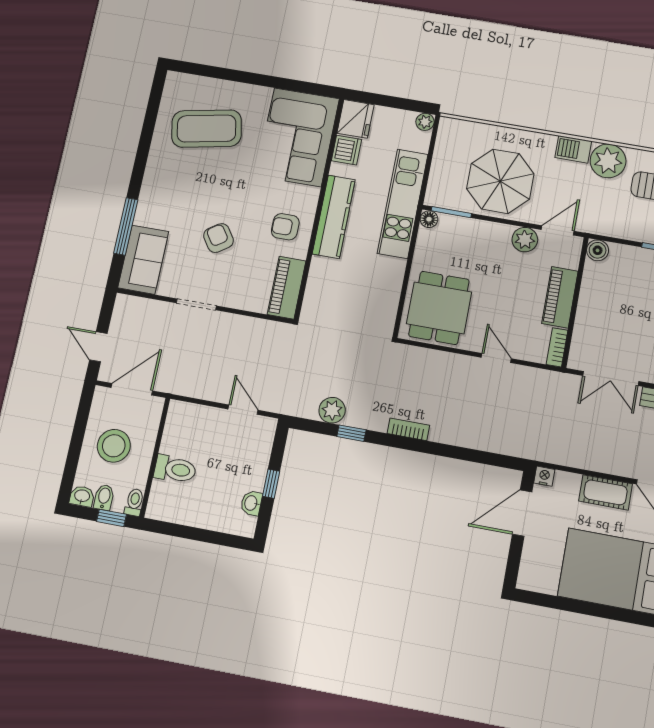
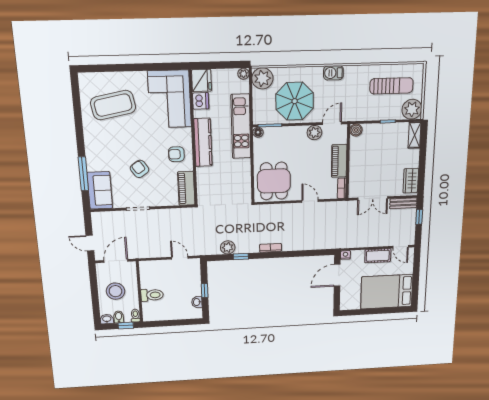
plant: (608, 161) -> (262, 78), moved

